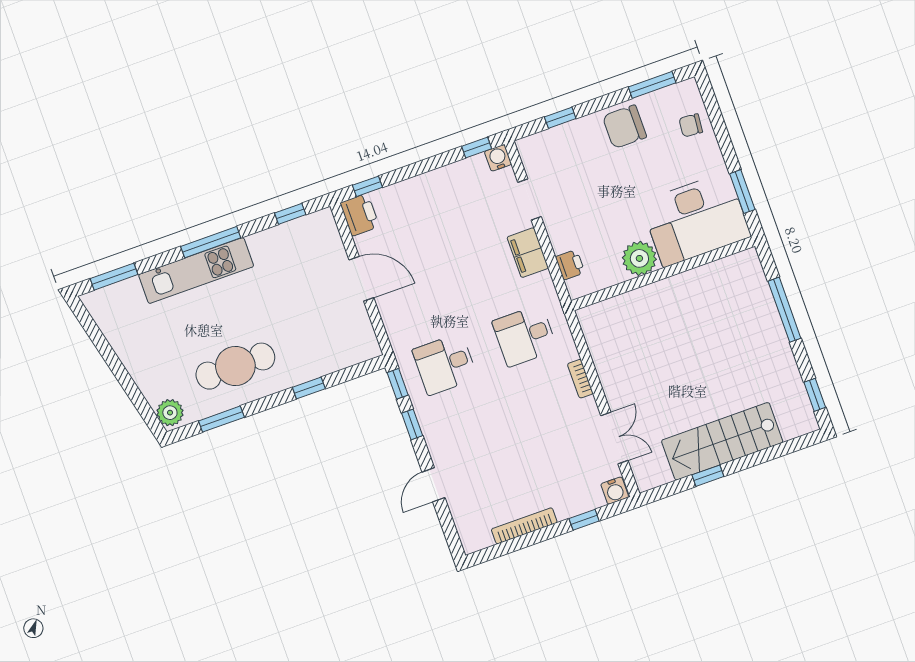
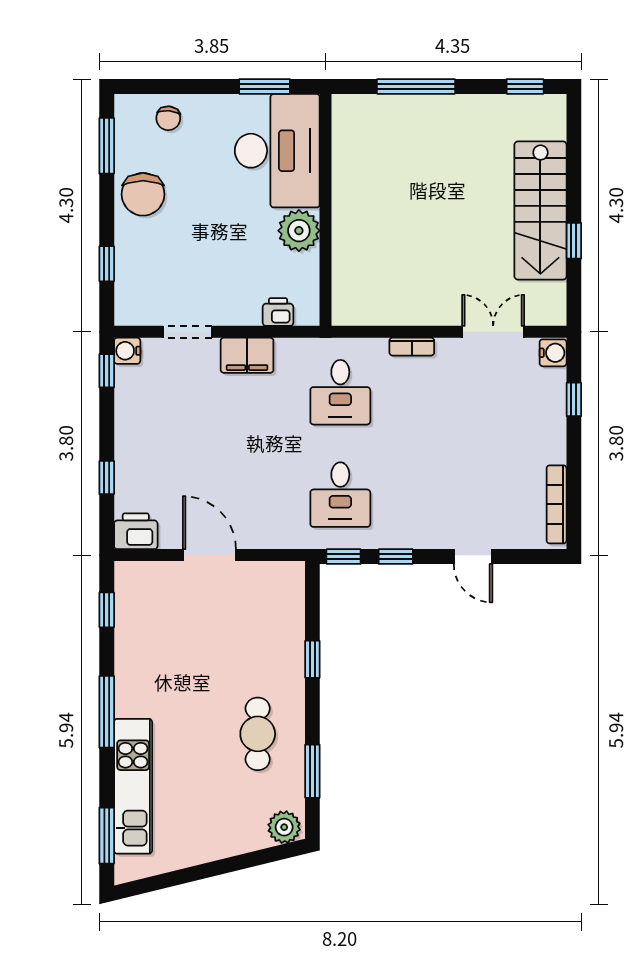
window: (367, 186) -> (107, 478), moved
kitchen unit: (196, 271) -> (133, 786), moved
door: (361, 279) -> (209, 555), hinge flipped
cafe table: (235, 366) -> (258, 734), width x0.73, depth x0.74
bookcase: (524, 526) -> (557, 504), moved

